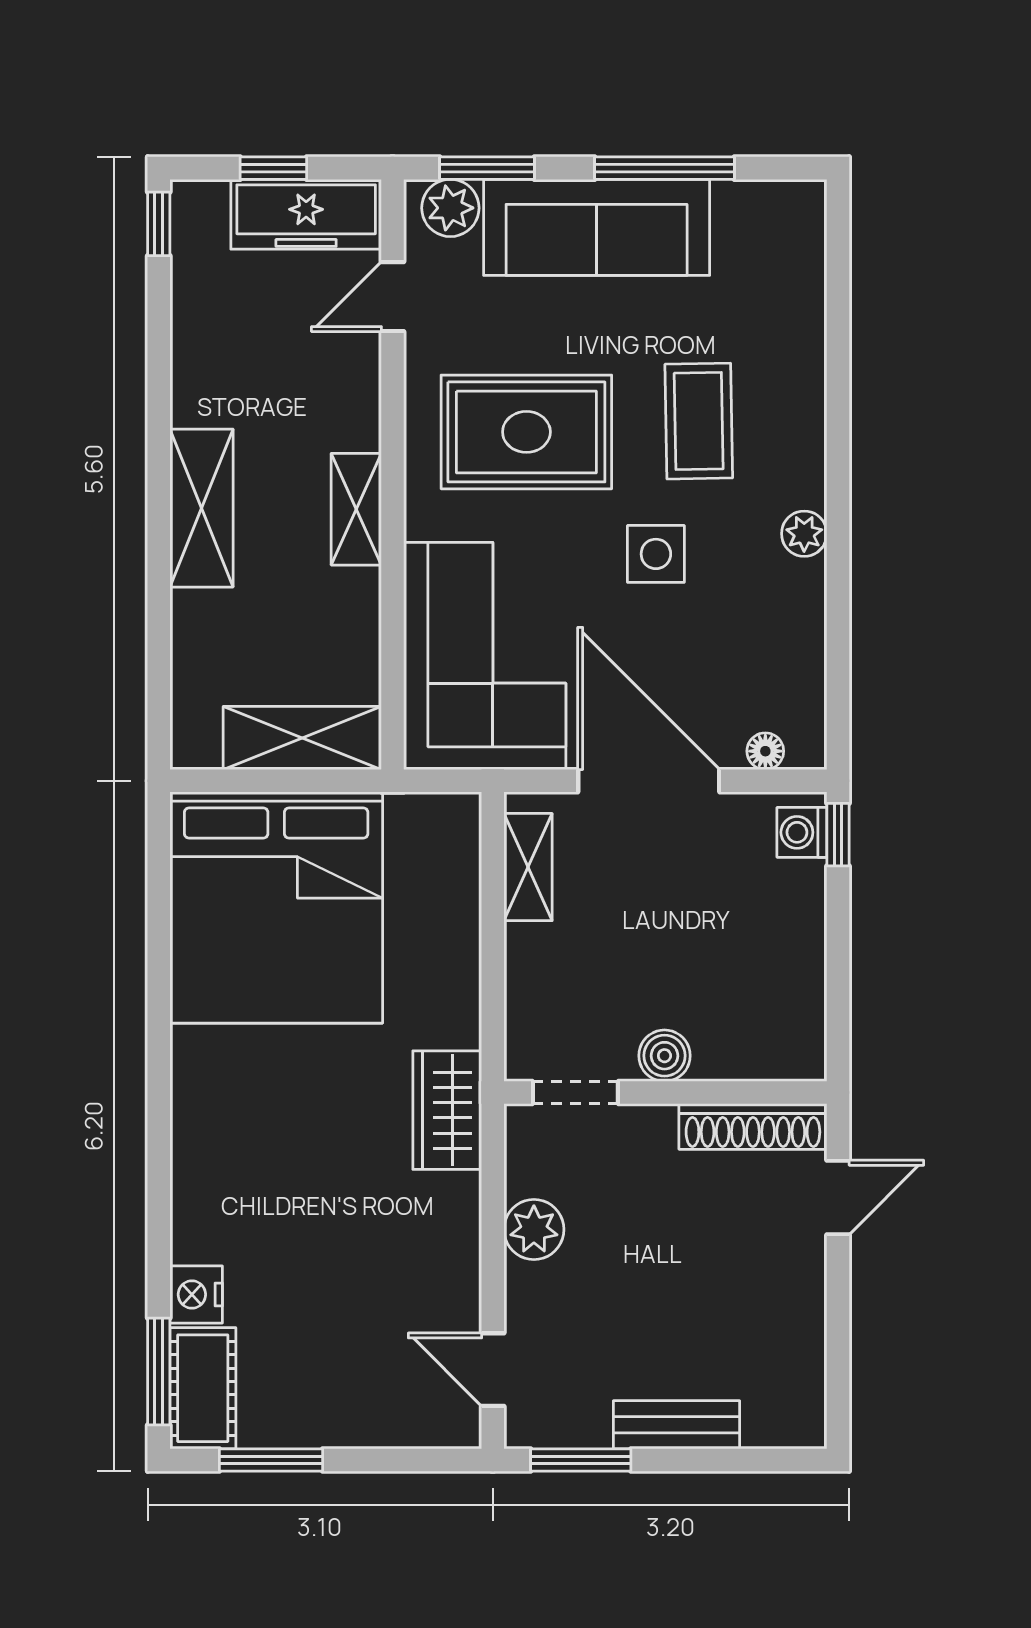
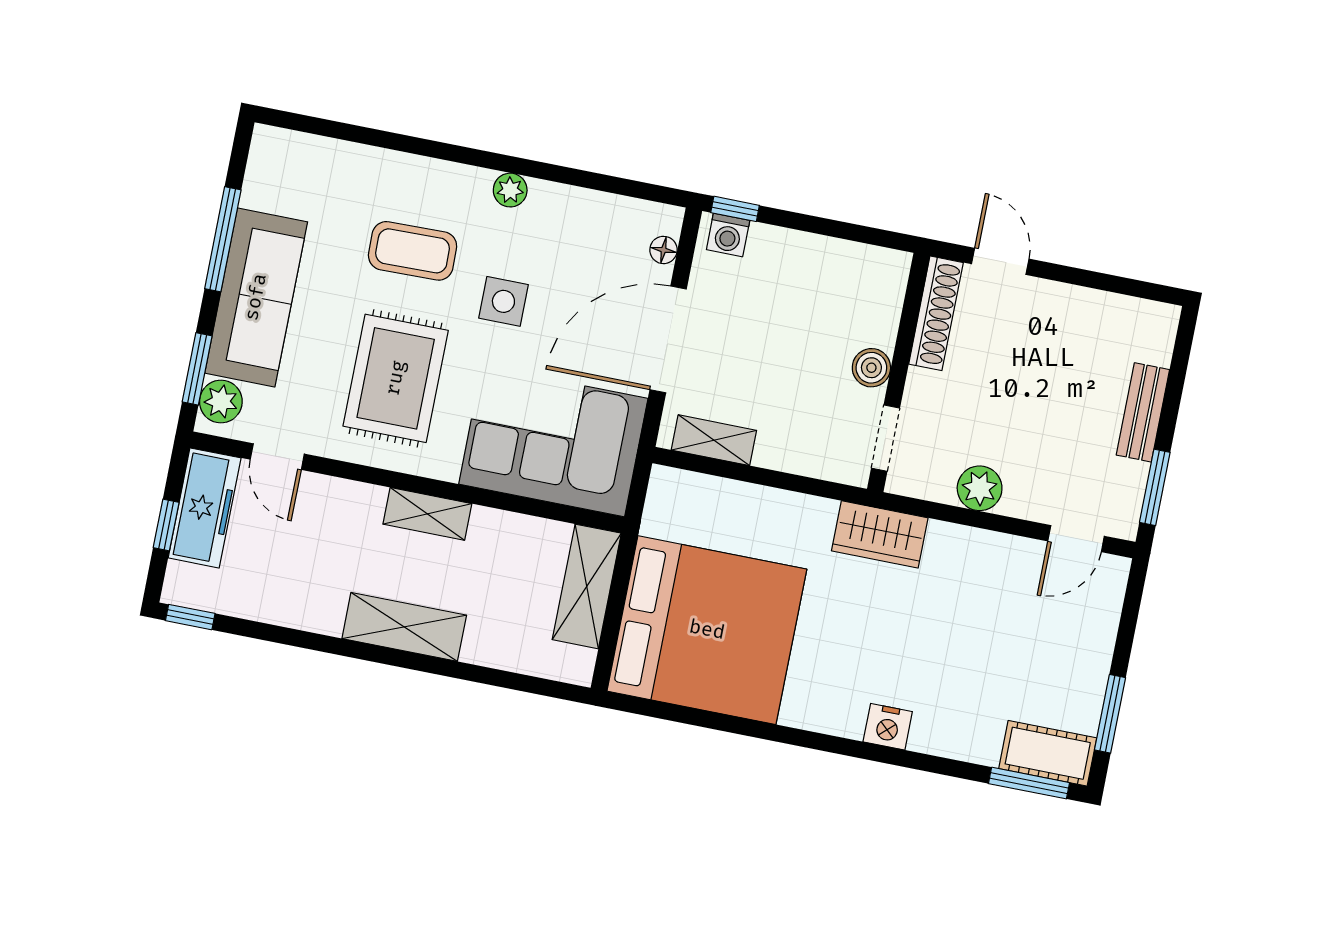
nightstand: (196, 1294) -> (888, 727), moved

